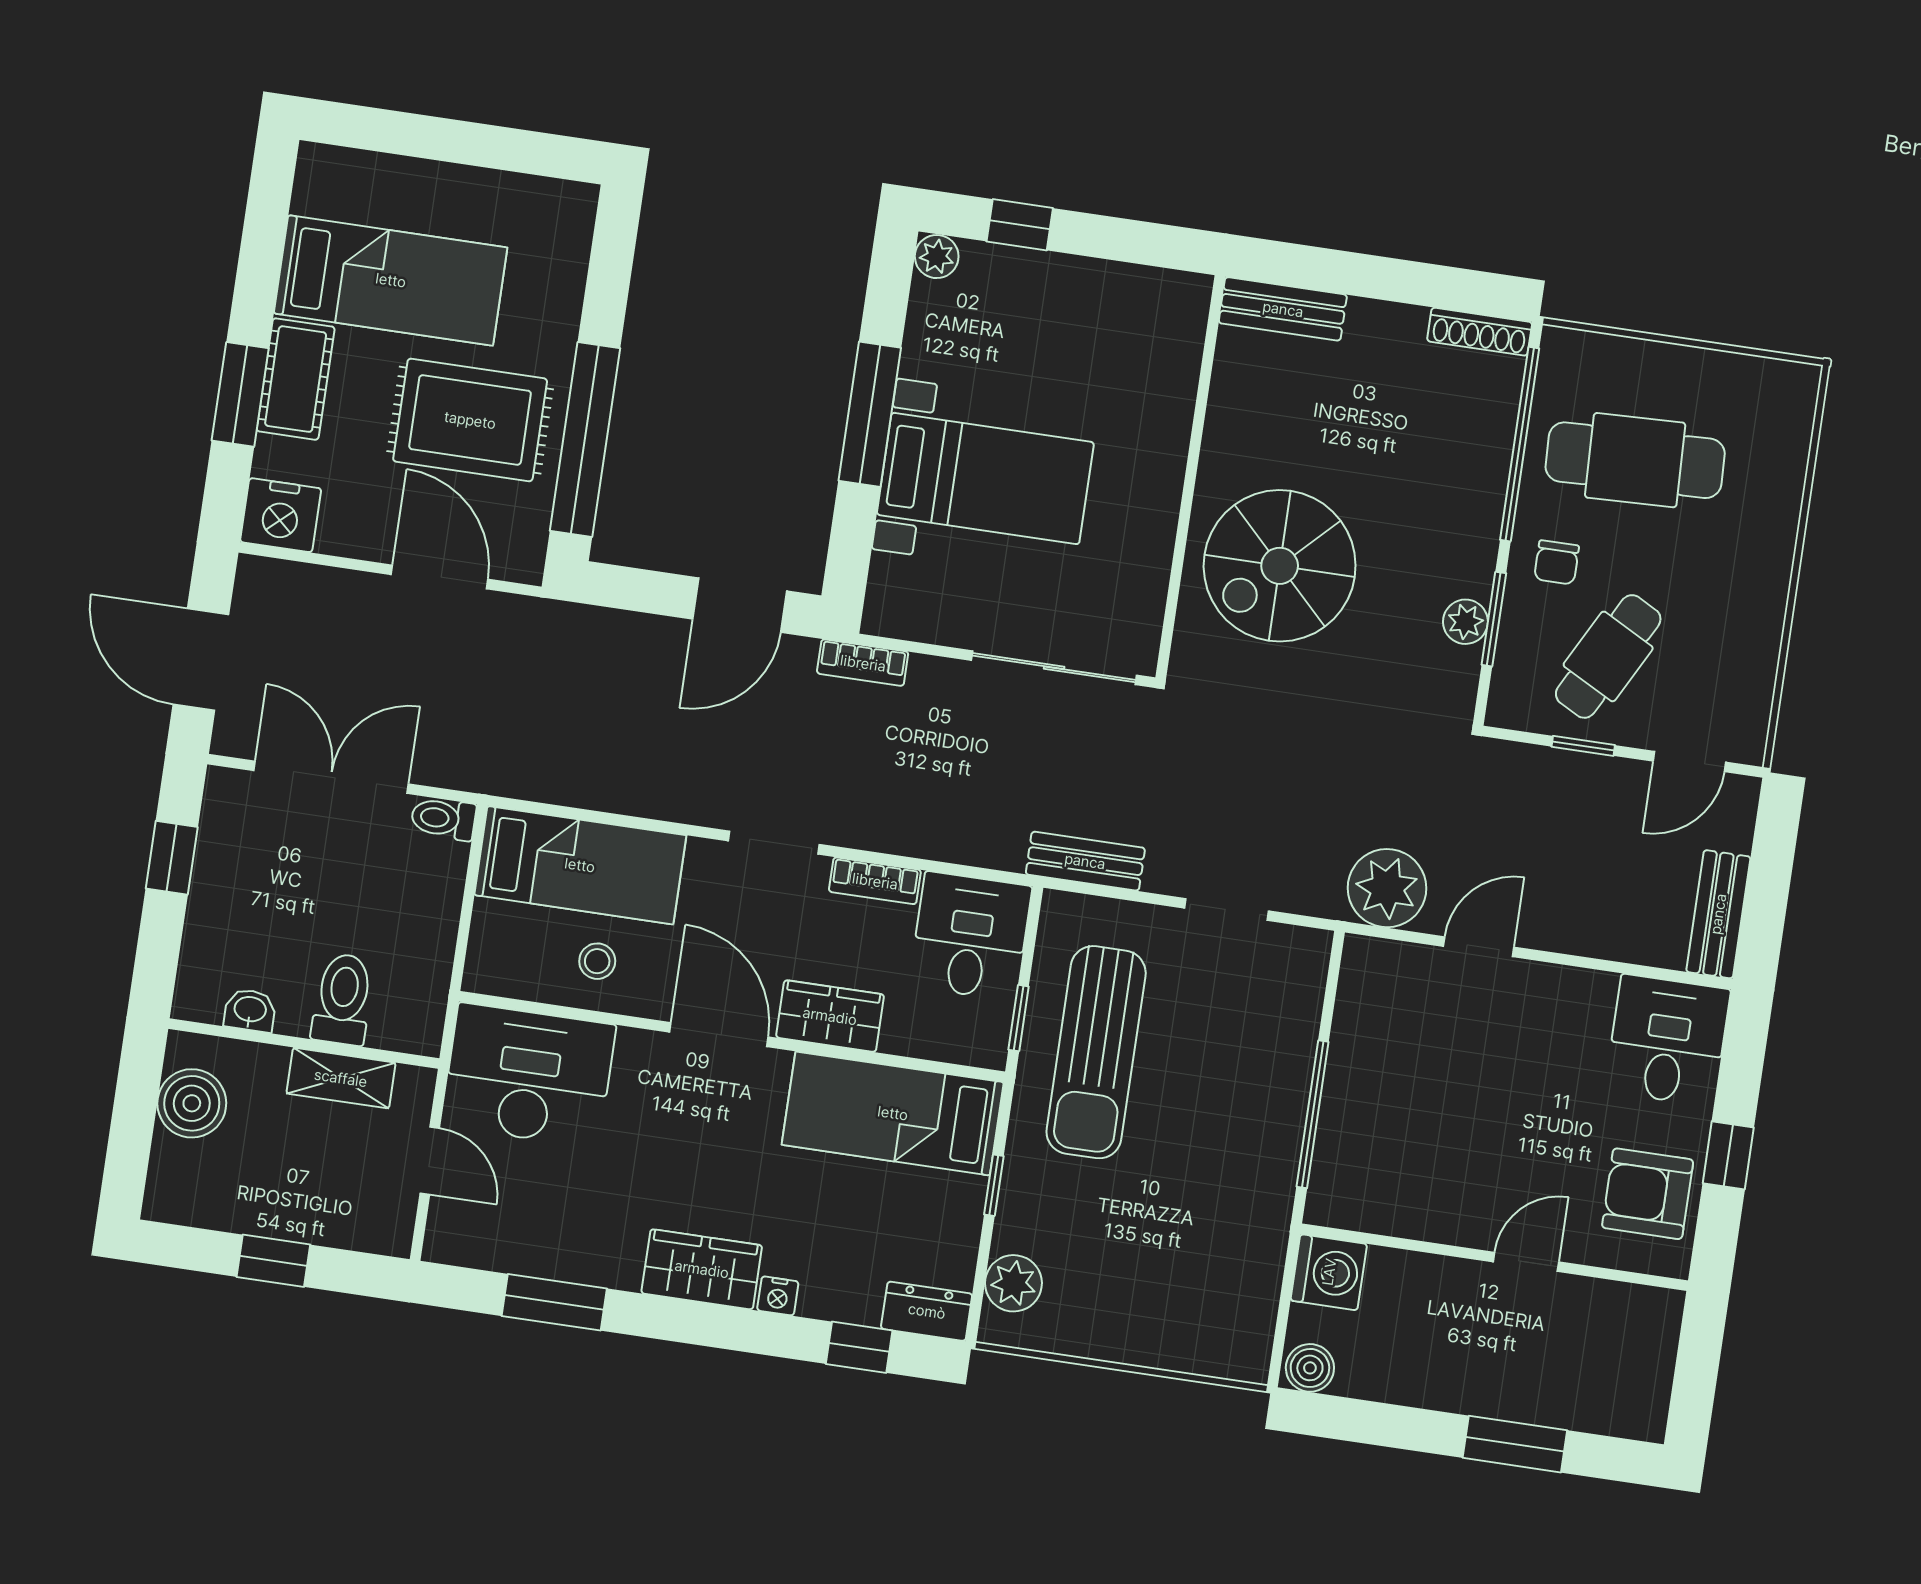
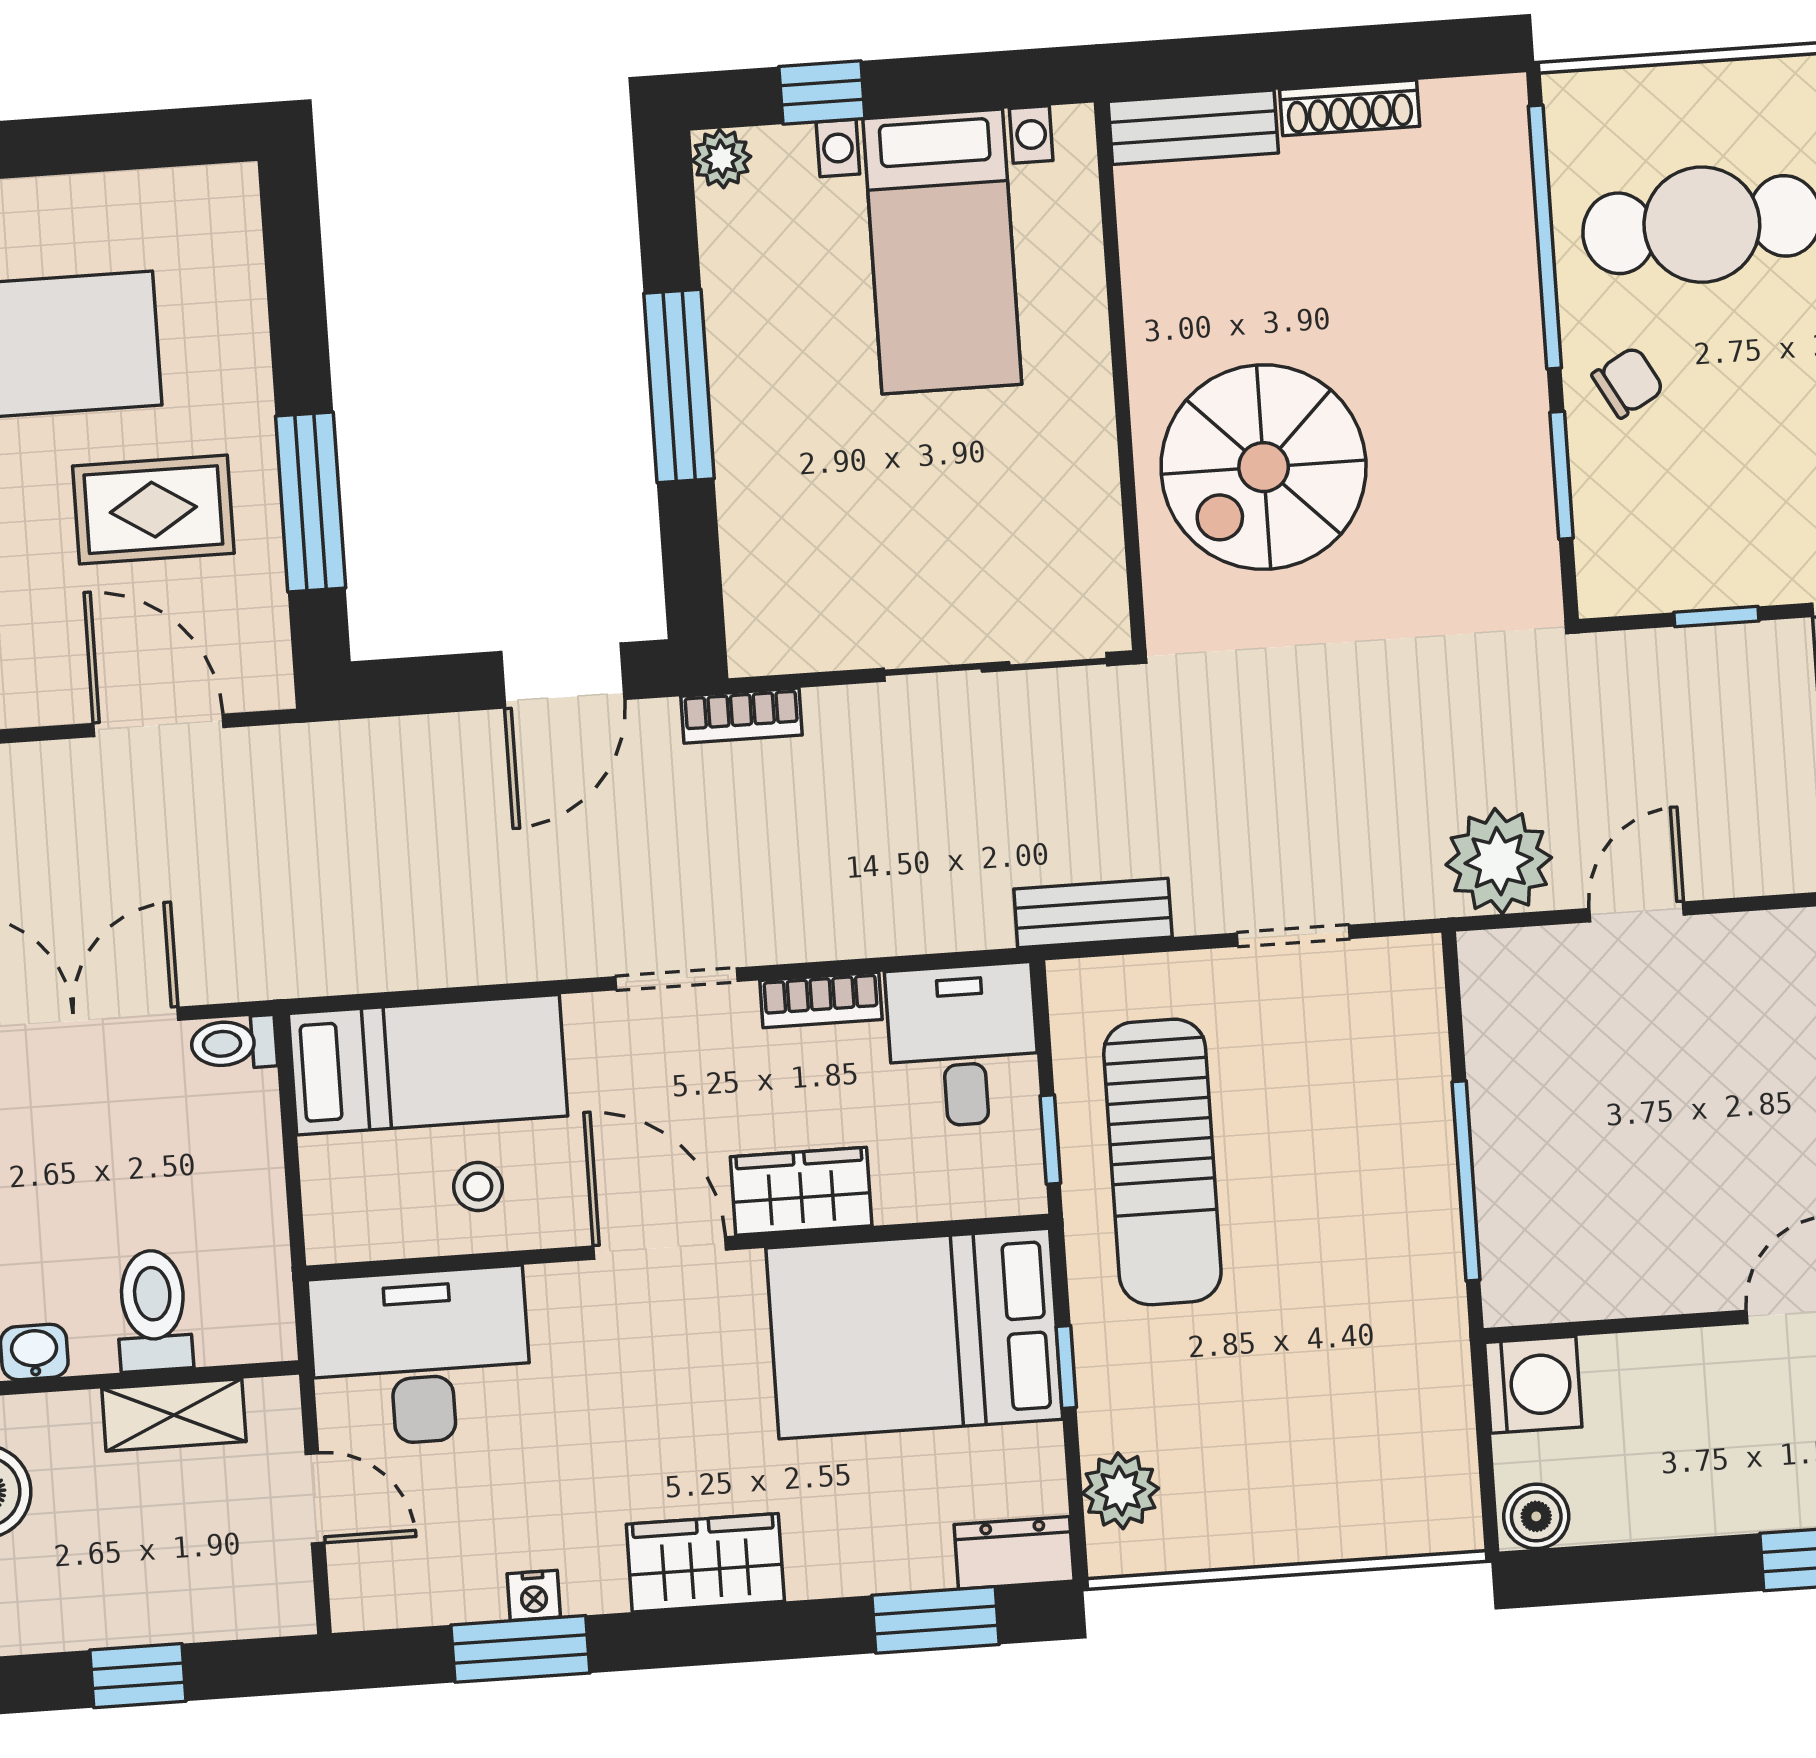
shoe rack: (1480, 332) -> (1350, 108), moved
rug: (470, 420) -> (153, 510), width x0.73, depth x0.70
window: (585, 440) -> (311, 502), width x0.68
bed with nightstands: (985, 478) -> (942, 251), moved, turned 90
chair: (1557, 562) -> (1628, 382), turned -119
plant: (1465, 622) -> (1525, 487), removed
cafe table: (1608, 656) -> (1723, 491), removed
bed: (893, 1113) -> (914, 1334), width x1.50
nightstand: (778, 1296) -> (534, 1595), moved
window: (859, 1347) -> (936, 1620), width x1.50

